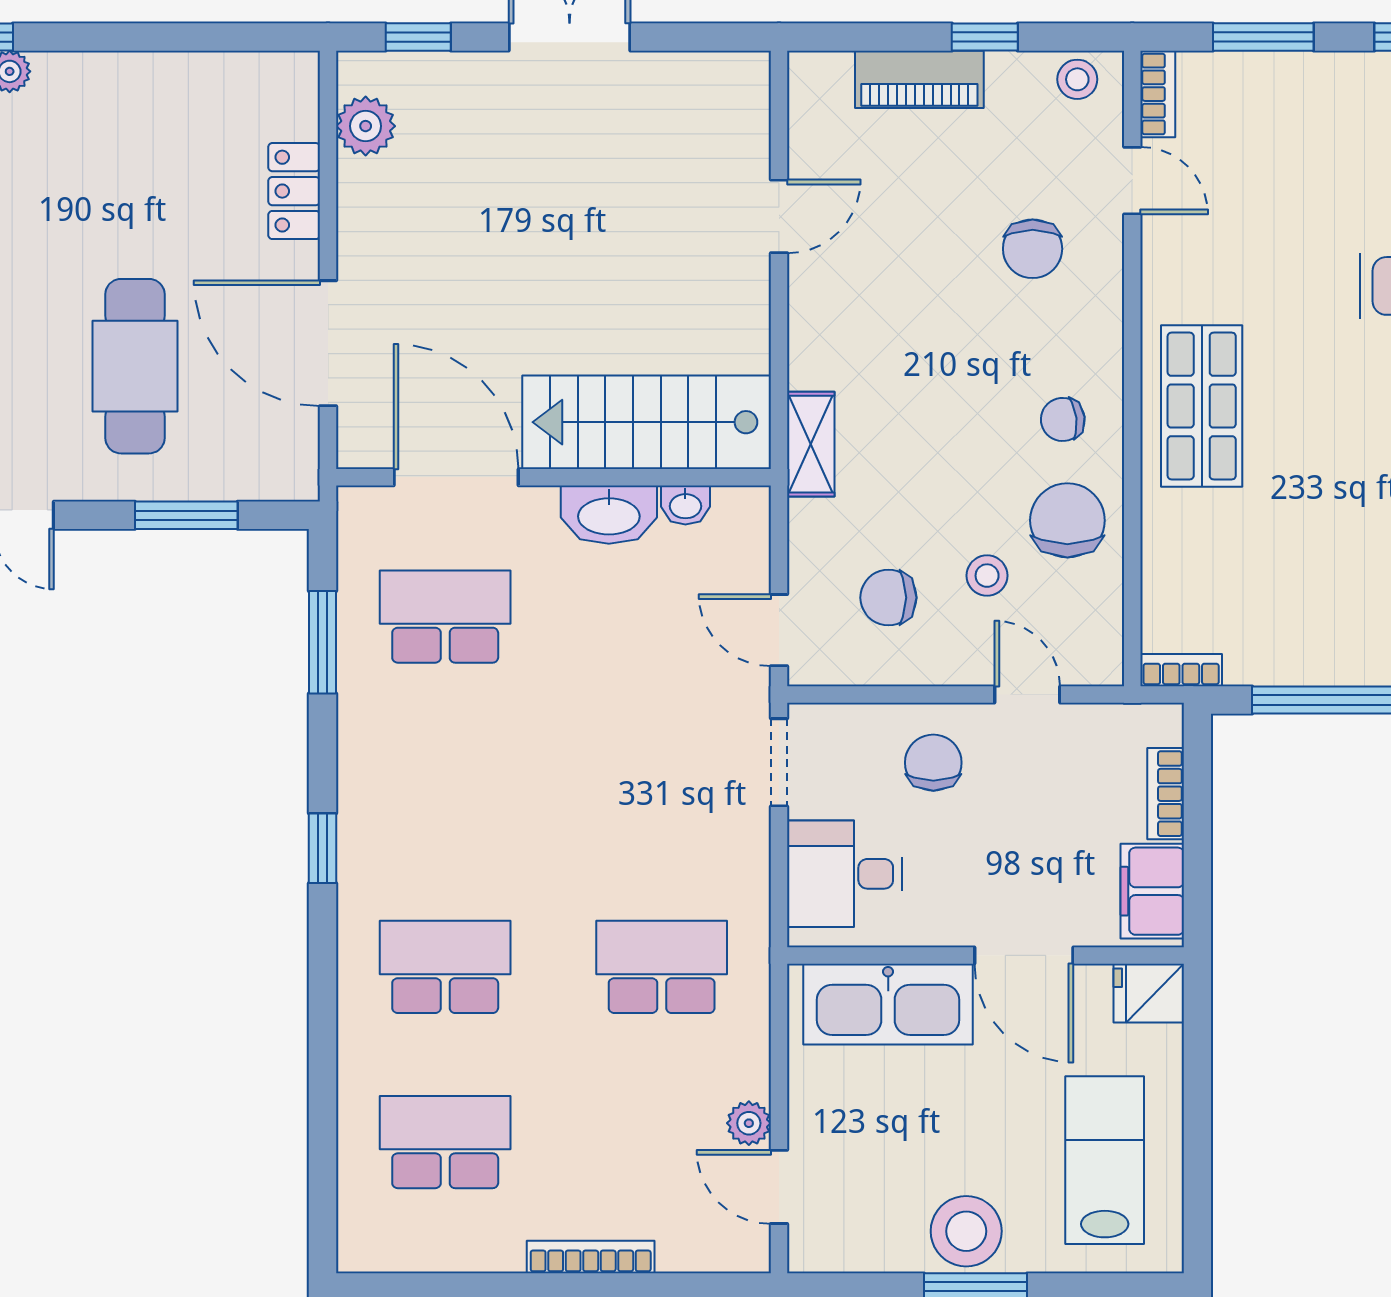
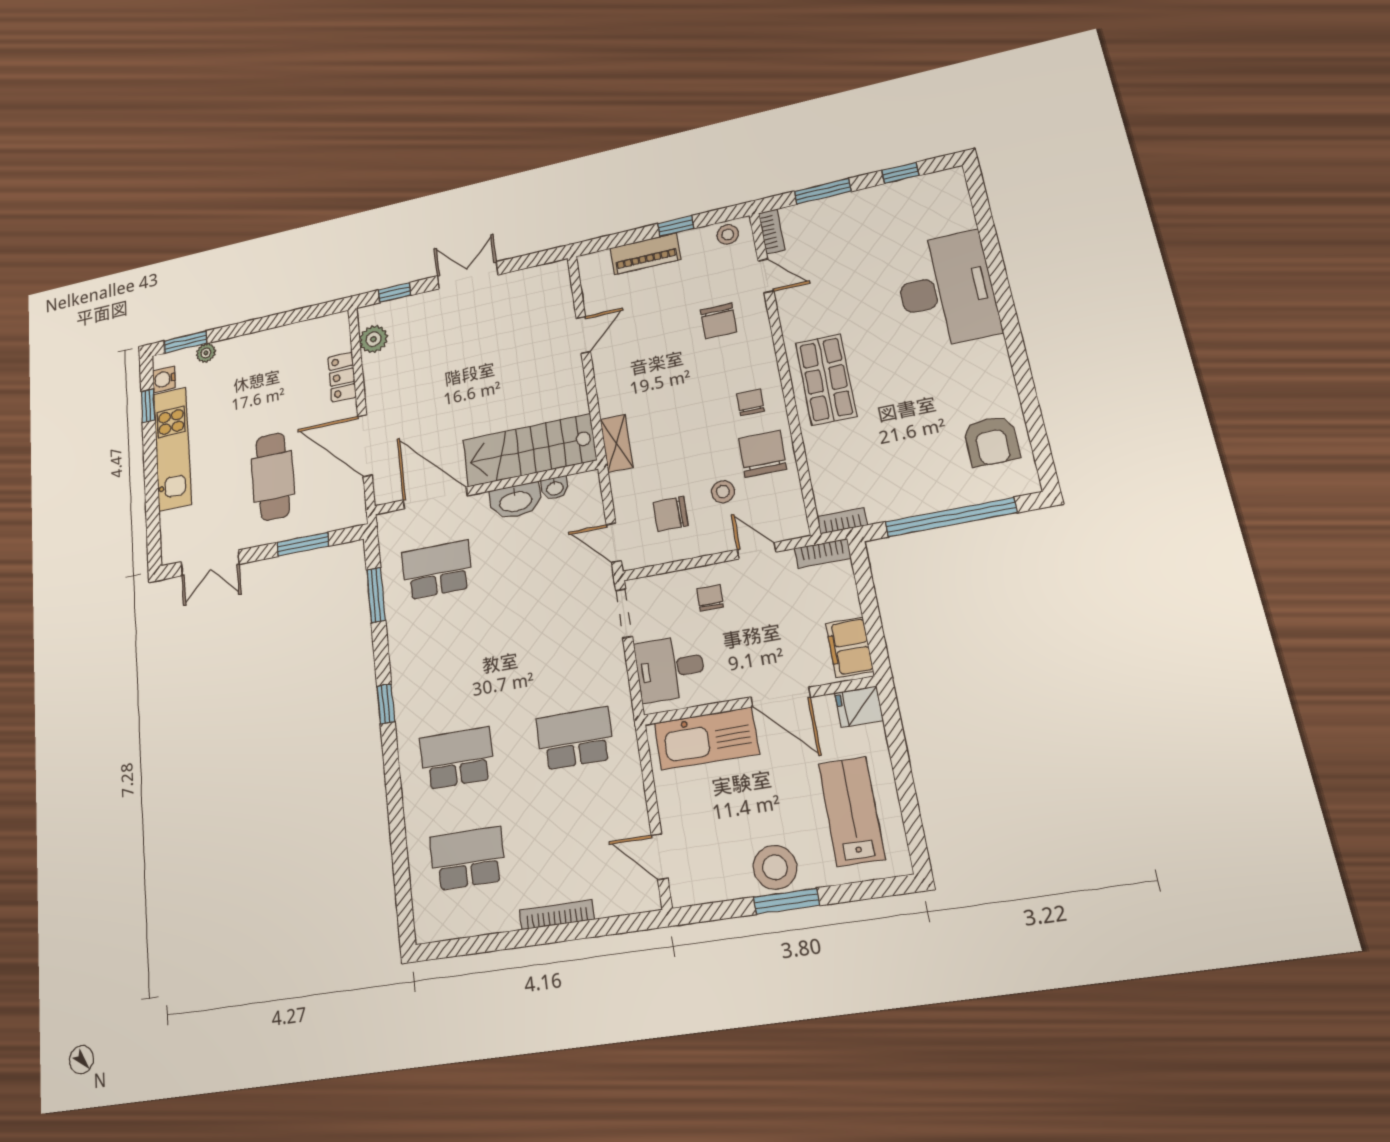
chair: (1063, 419) -> (750, 402), turned 97
chair: (933, 763) -> (710, 598), width x0.73, depth x0.73
bookcase: (1166, 794) -> (823, 553), moved, turned -90
plant: (749, 1123) -> (637, 821), removed

